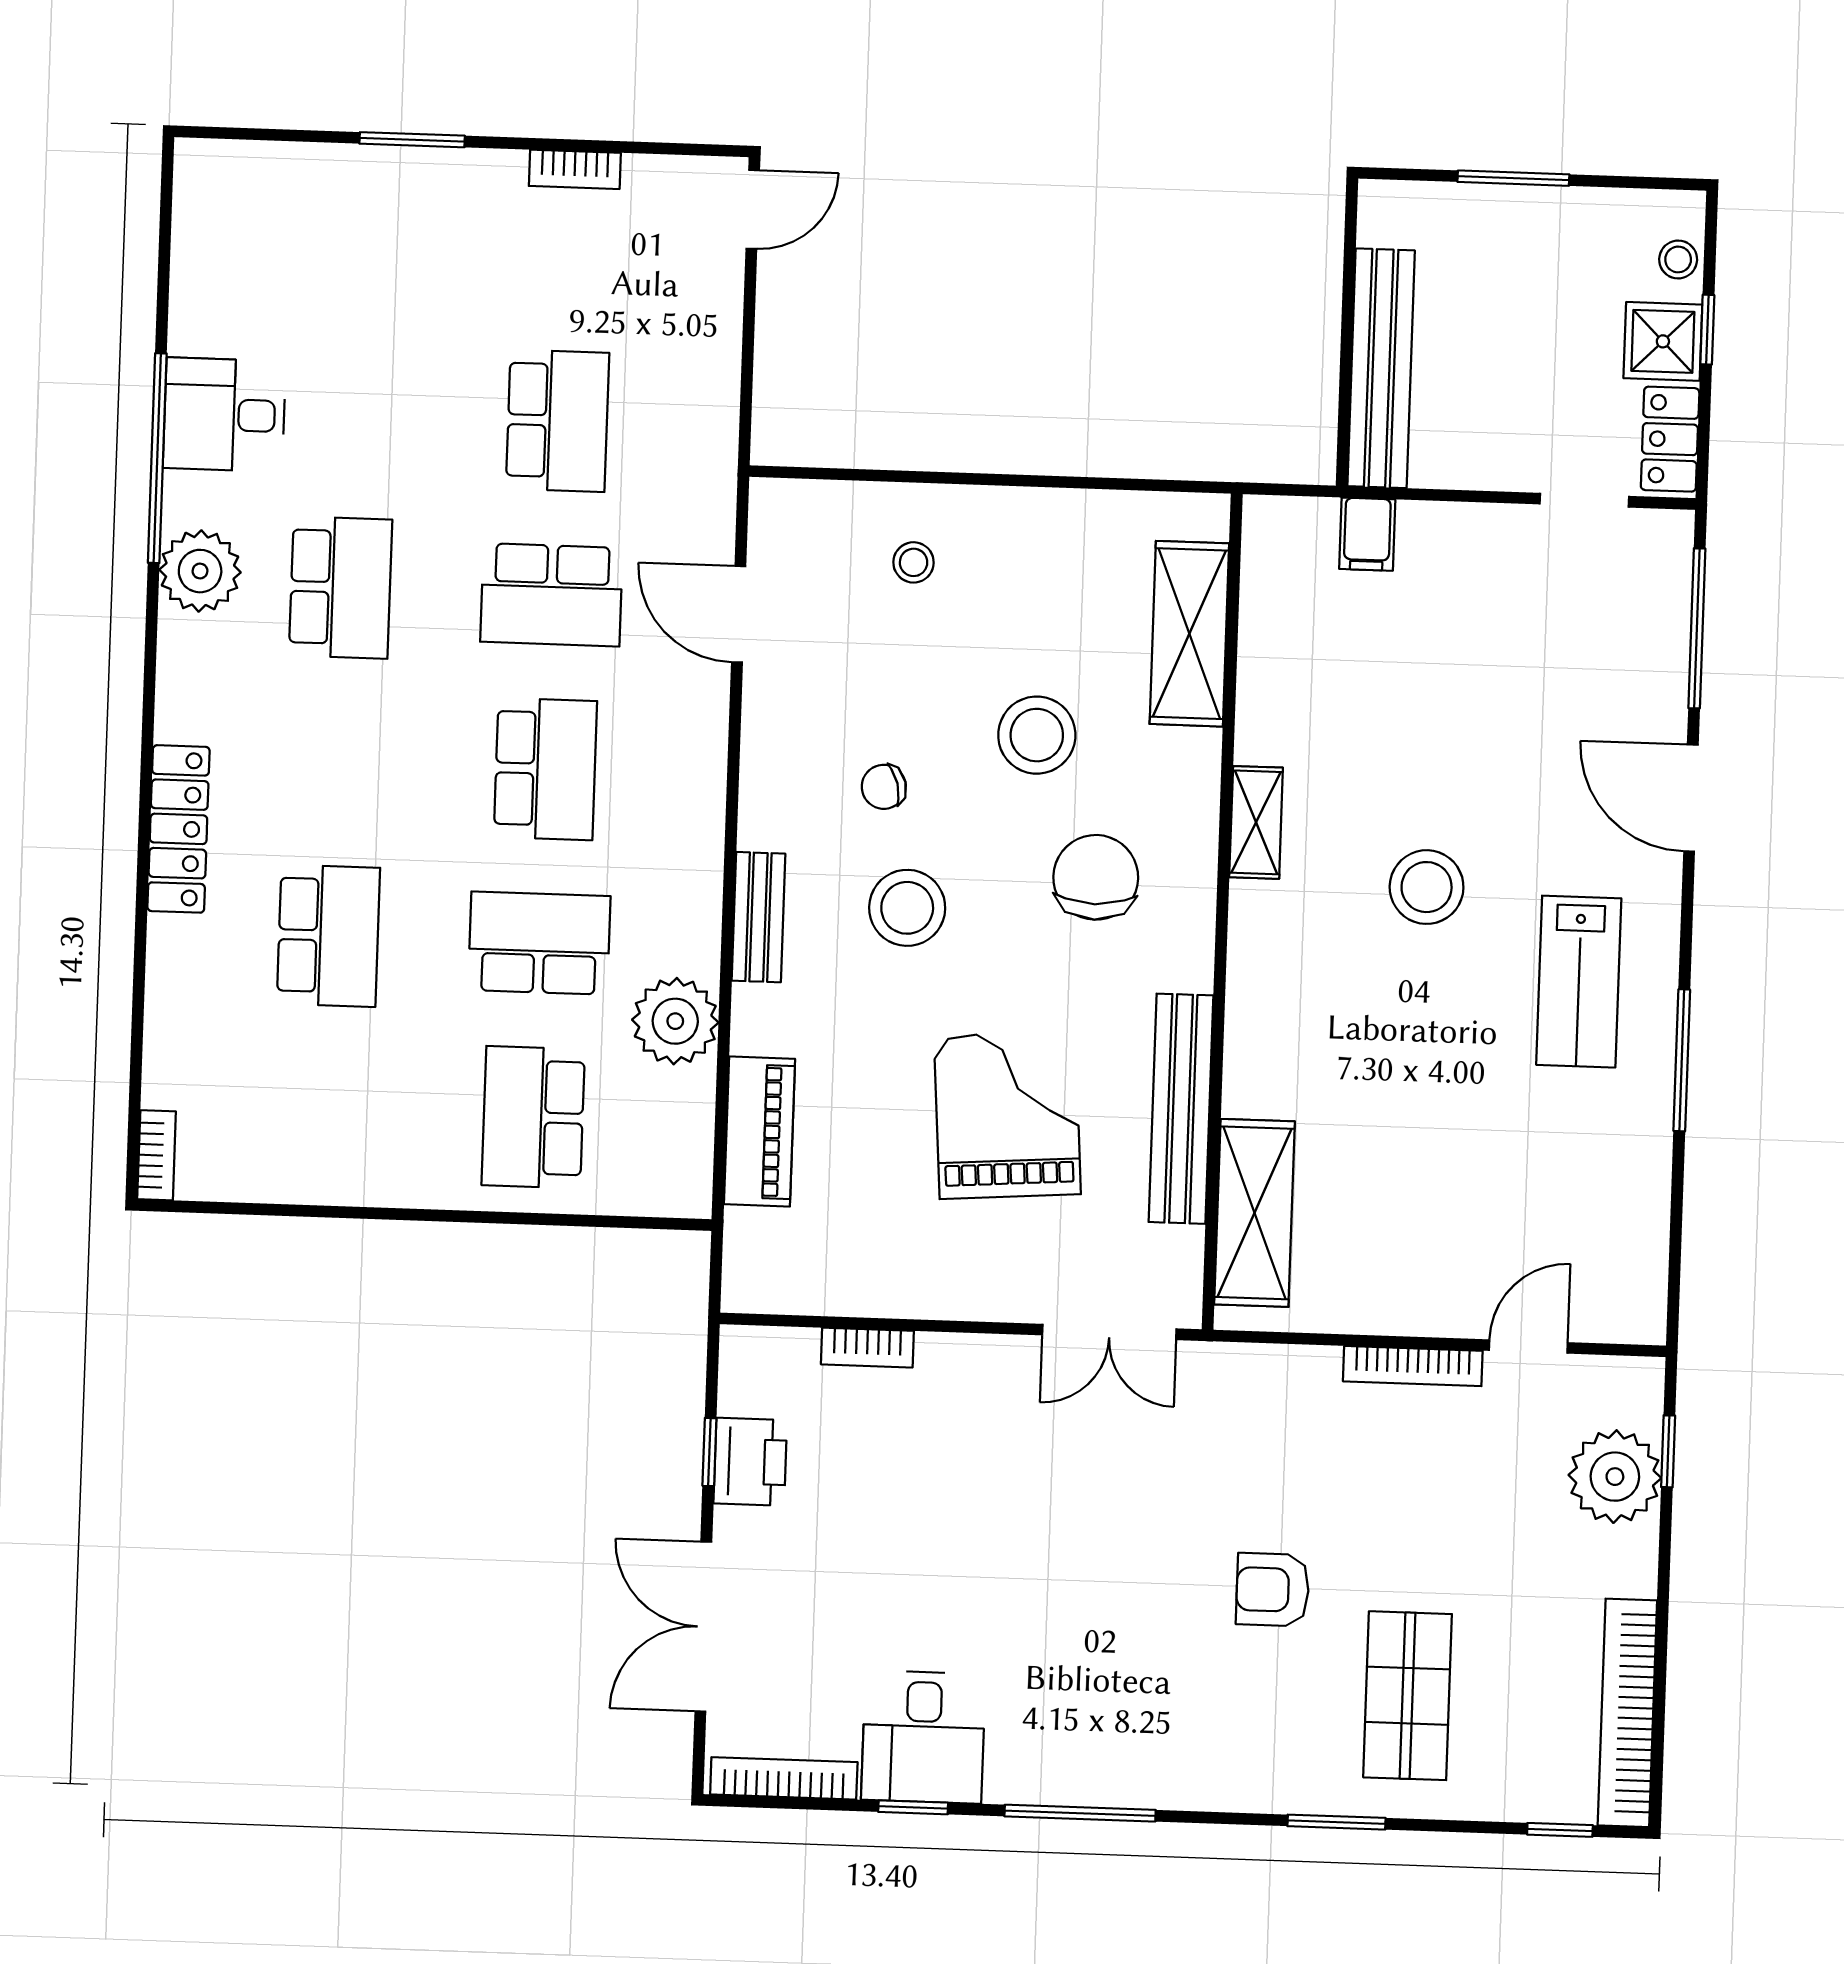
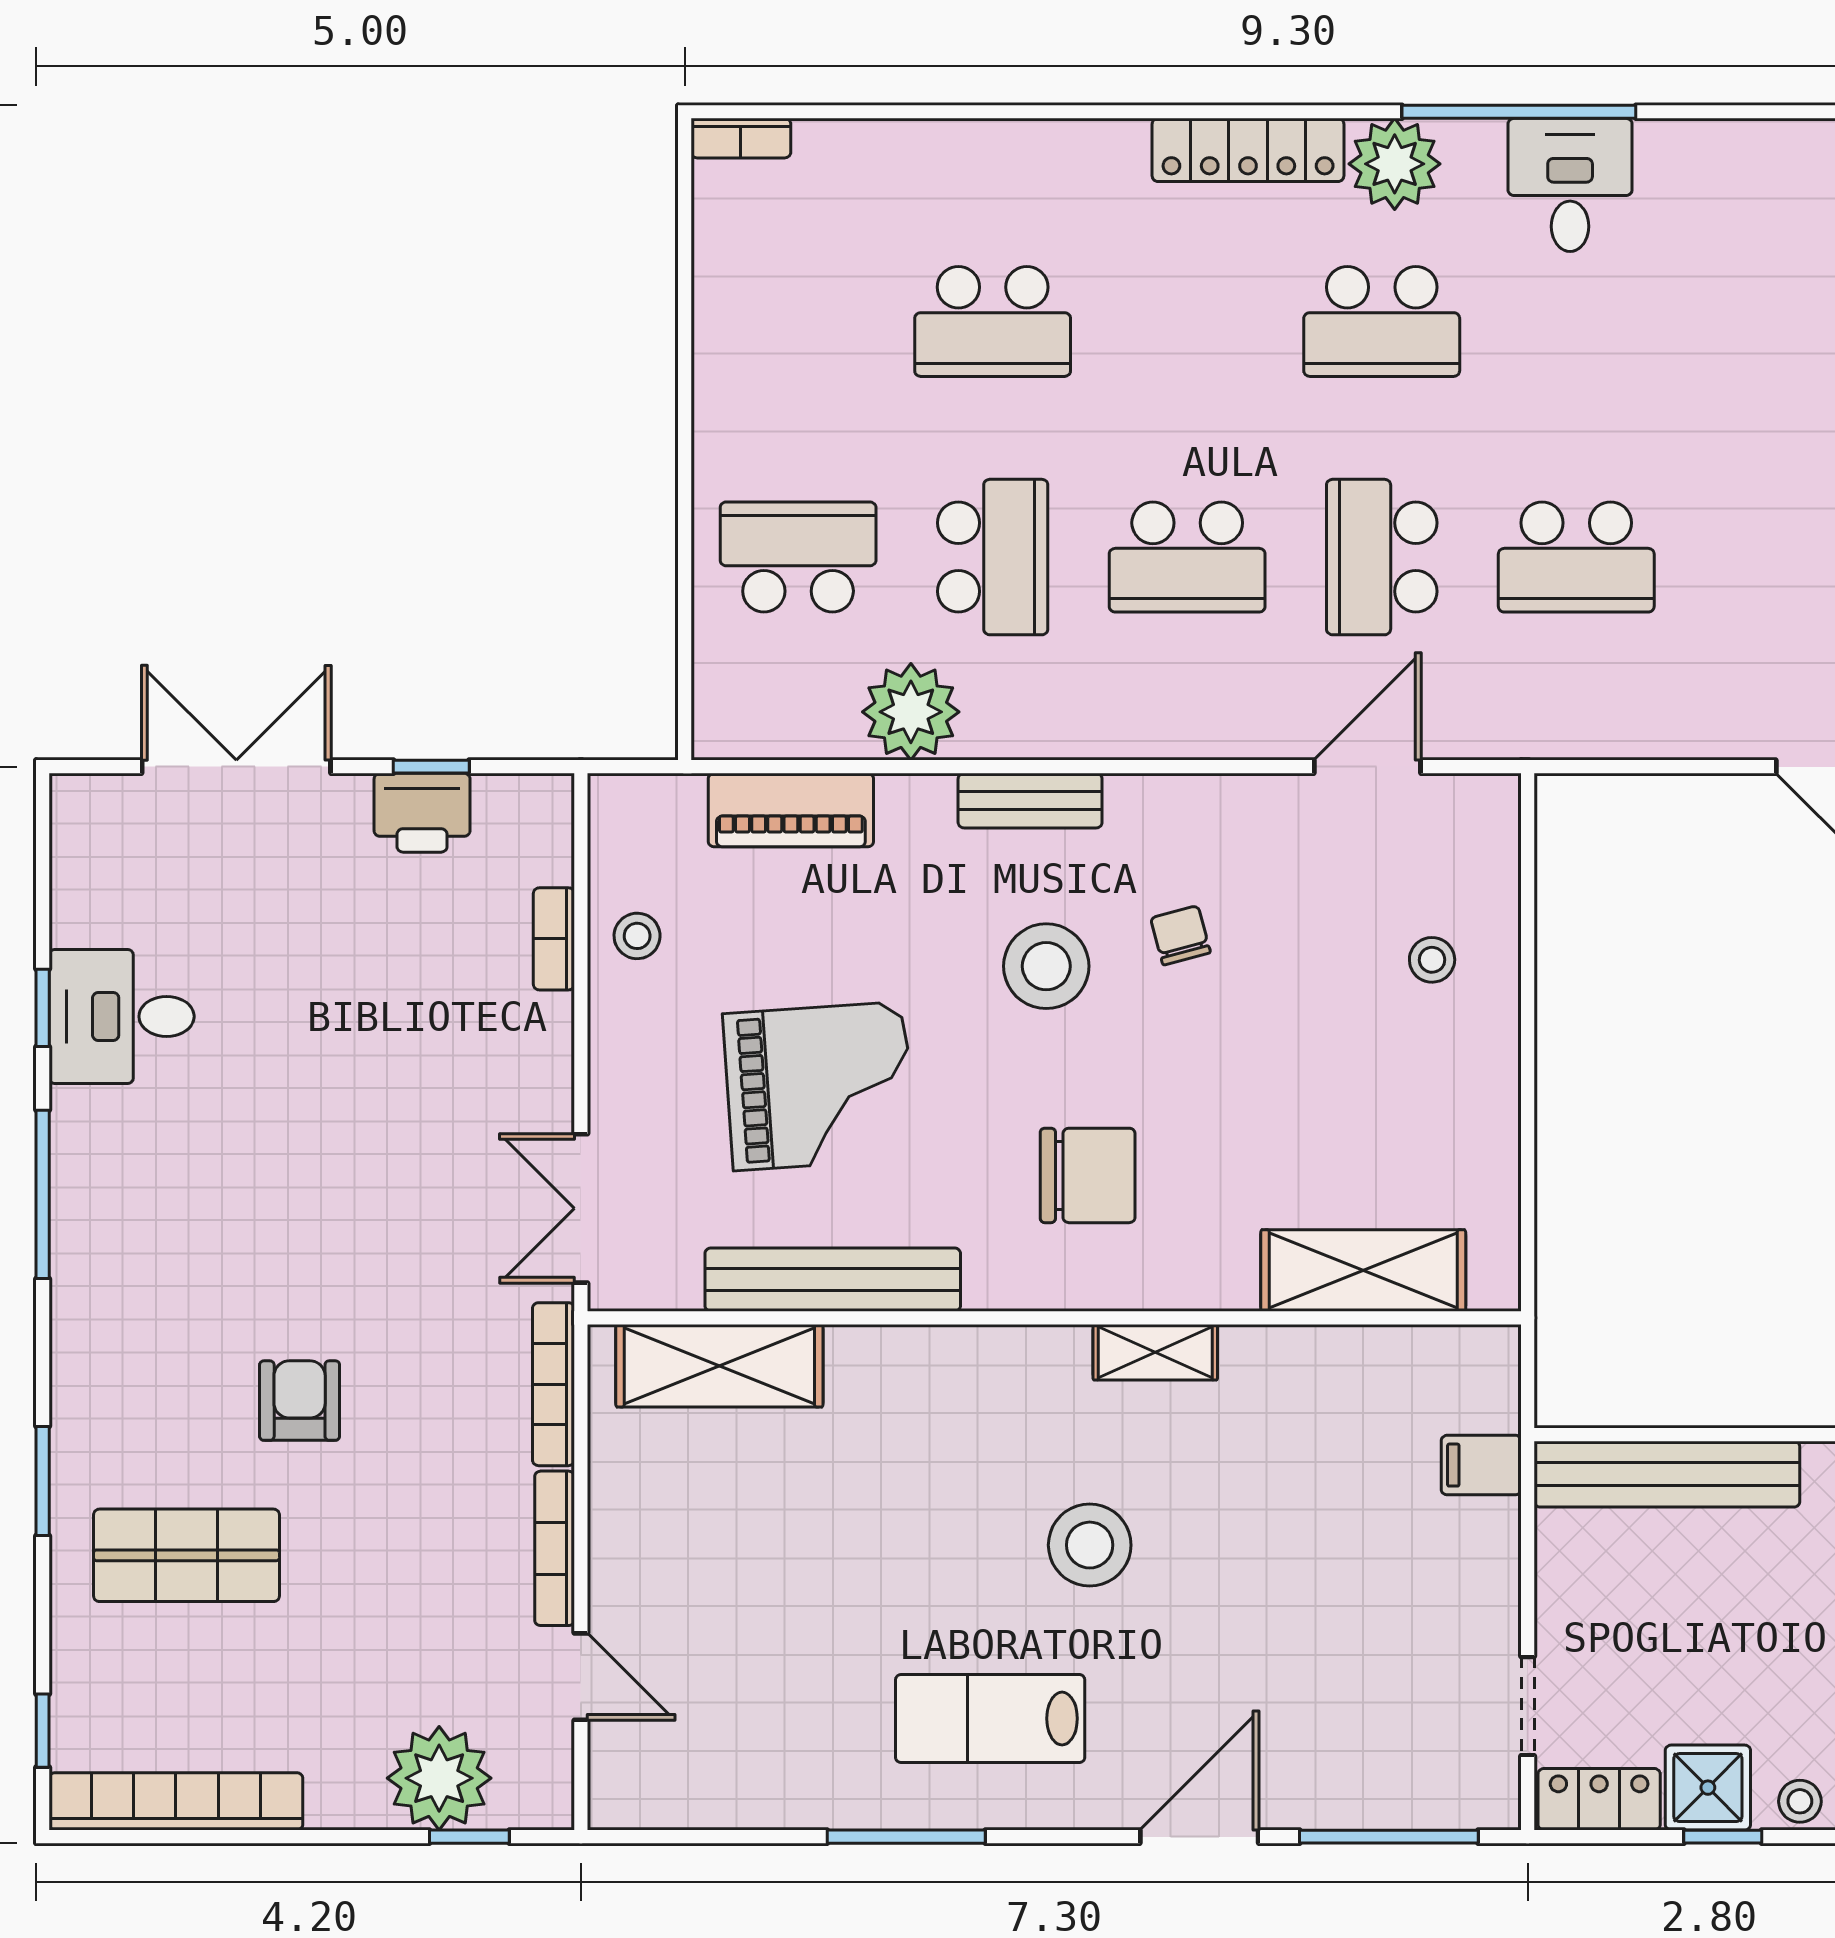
stool: (1037, 735) -> (637, 936), moved, width x0.53, depth x0.53
locker: (179, 829) -> (1248, 150), moved
bookcase: (784, 1778) -> (554, 1384), moved, turned 180

